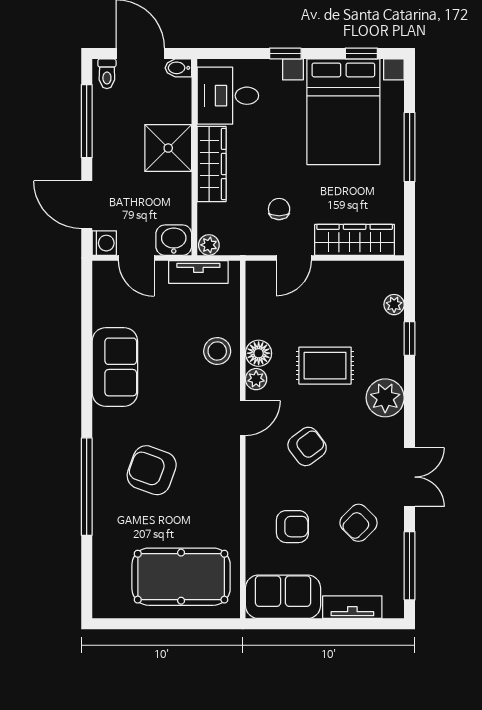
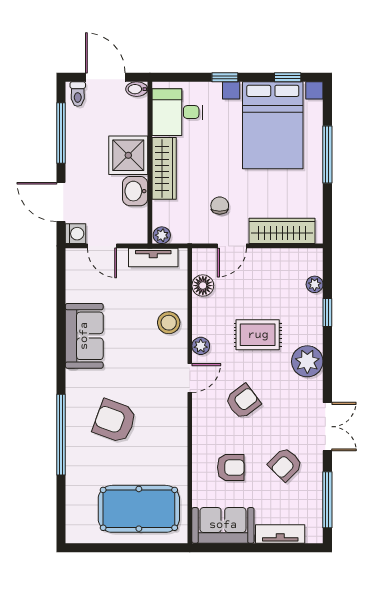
washbasin: (174, 240) -> (135, 191), moved, turned -90
floor lamp: (259, 353) -> (203, 286), moved

